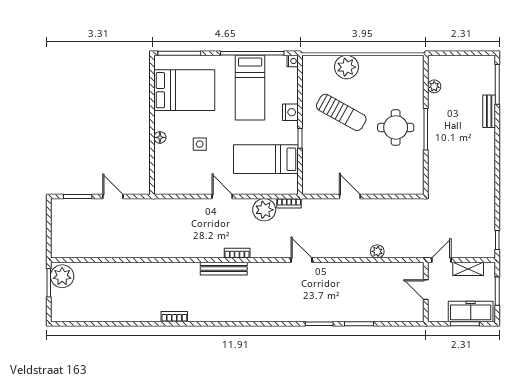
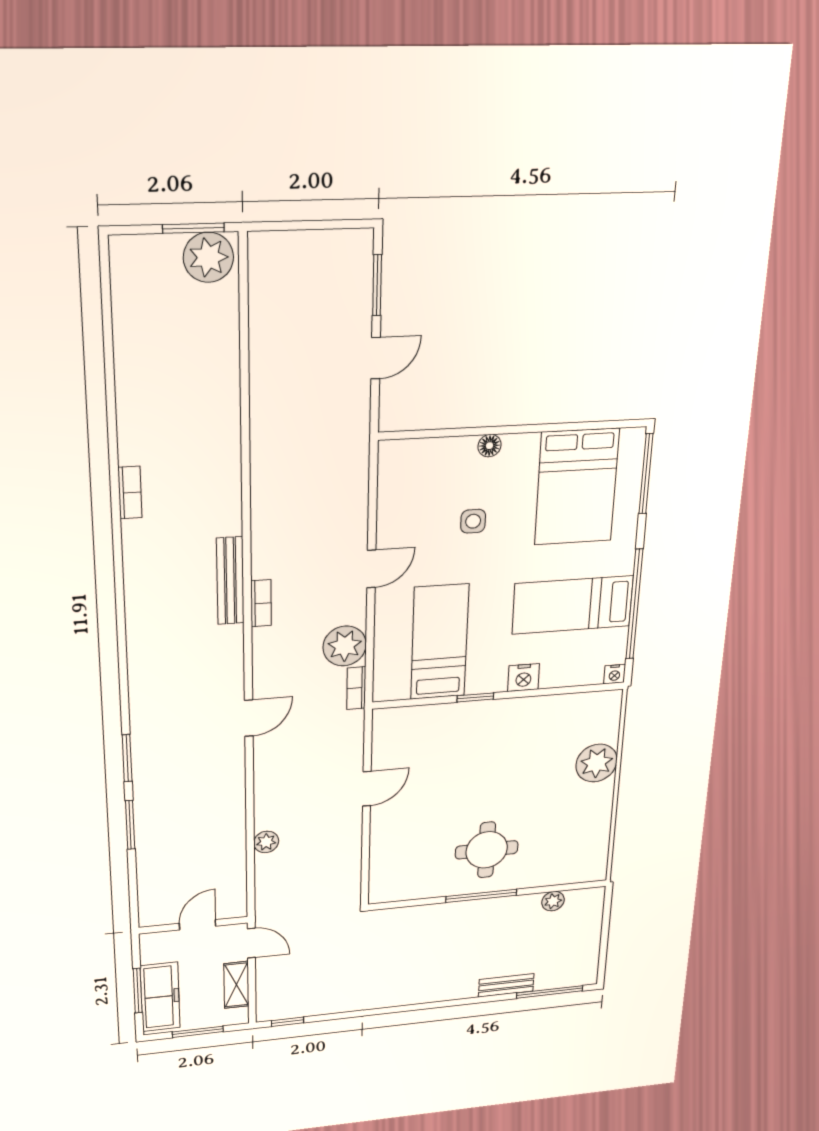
sun lounger: (341, 112) -> (518, 762), removed

